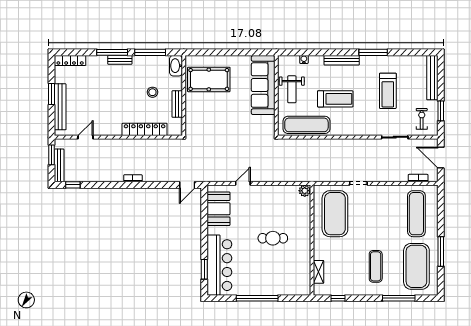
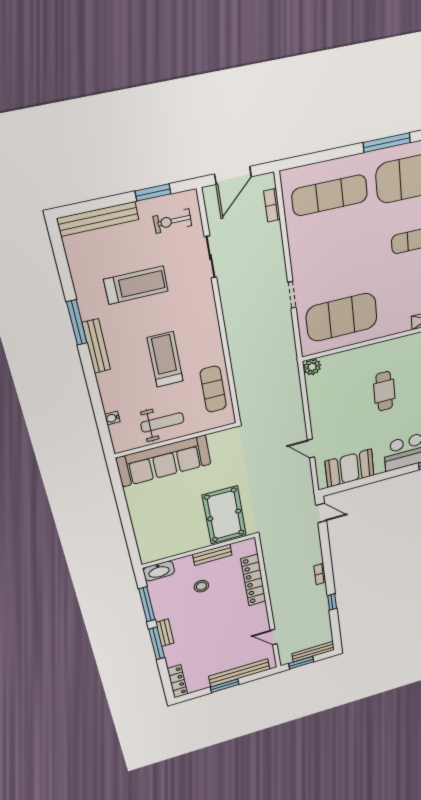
bench: (342, 60) -> (96, 346), moved
pool table: (209, 79) -> (224, 515), moved
exercise mat: (306, 125) -> (213, 389), width x0.73, depth x0.69
window: (73, 185) -> (332, 602), moved

